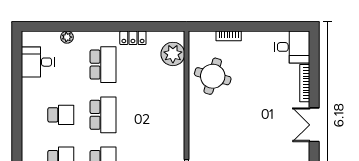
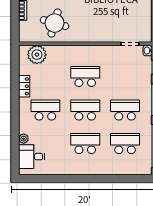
desk: (38, 62) -> (32, 157), moved, turned 90
school desk: (61, 115) -> (85, 144), width x1.85
school desk: (145, 115) -> (85, 77), added

